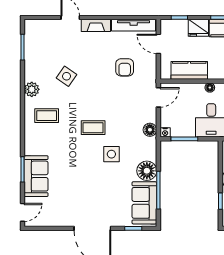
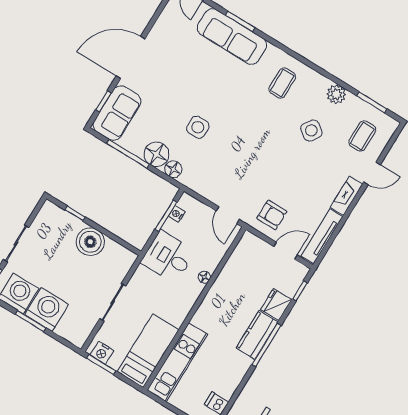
armchair: (125, 67) -> (272, 215), moved, turned 180
kitchen counter: (189, 70) -> (236, 266), removed
plant: (32, 89) -> (336, 94), moved
coffee table: (93, 128) -> (362, 136), moved
floor lamp: (150, 130) -> (173, 169), moved
nightstand: (165, 132) -> (177, 214), moved
sofa: (36, 176) -> (232, 36), width x1.36
sofa: (144, 203) -> (117, 113), moved, turned 90

